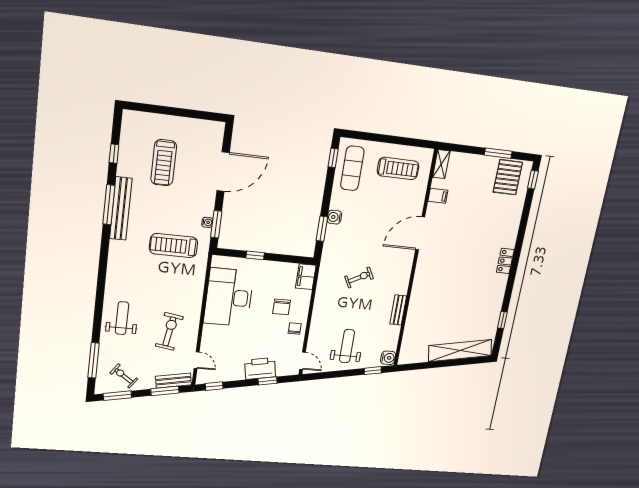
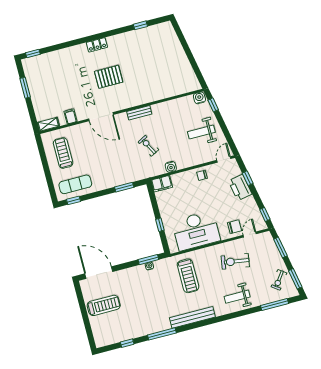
treadmill: (164, 163) -> (104, 305), moved
door: (223, 172) -> (99, 273), moved
pallet: (508, 177) -> (109, 77), moved
bench: (121, 209) -> (192, 317), moved
water cooler: (334, 217) -> (171, 167), moved
treadmill: (174, 246) -> (188, 276), moved
chair: (282, 307) -> (234, 227), moved
bench: (398, 310) -> (139, 113), moved
shelving: (460, 351) -> (175, 46), removed
bench: (173, 381) -> (271, 245), removed

